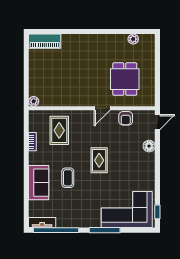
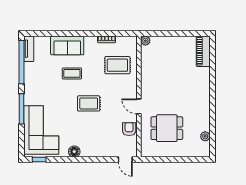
armchair: (126, 118) -> (129, 129), turned 90
floor lamp: (149, 146) -> (74, 152), moved

